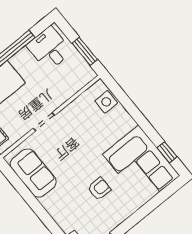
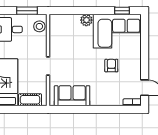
stool: (79, 78) -> (39, 26), added
side table: (106, 102) -> (66, 22), removed
plant: (126, 123) -> (86, 20), added

